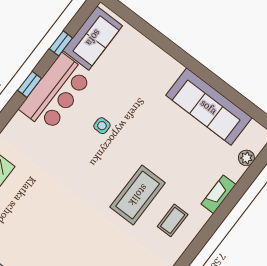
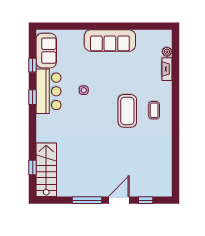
sofa: (209, 107) -> (110, 41), moved
fireplace: (219, 194) -> (167, 69), moved

